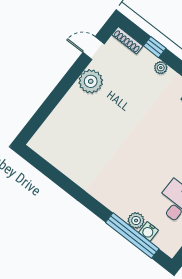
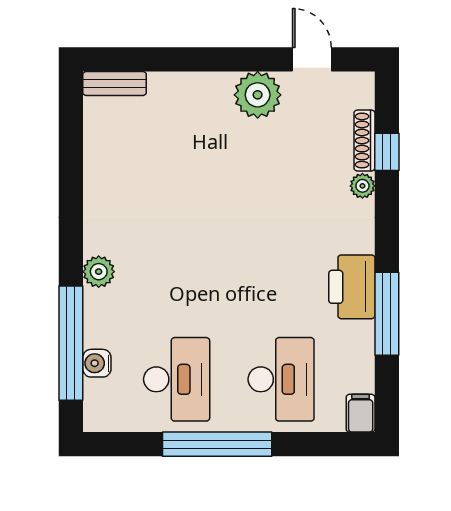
shoe rack: (127, 40) -> (364, 141), moved
bench: (41, 136) -> (115, 84), added
plant: (136, 220) -> (99, 272), moved

